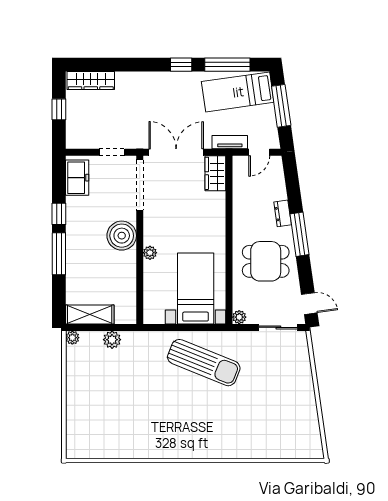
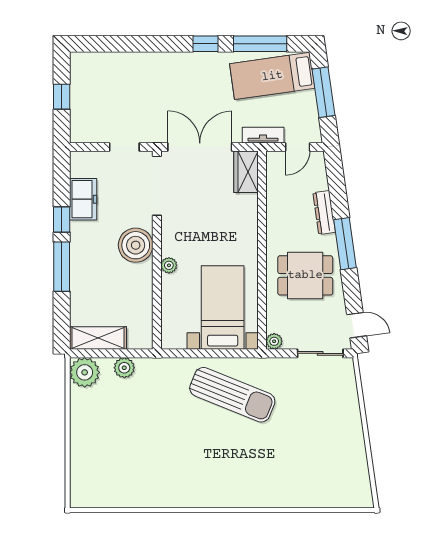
wardrobe: (91, 80) -> (99, 63), removed
freezer: (77, 178) -> (83, 199), moved
dresser: (283, 213) -> (324, 213), width x1.44
plant: (72, 338) -> (85, 372), width x1.87, depth x1.87

